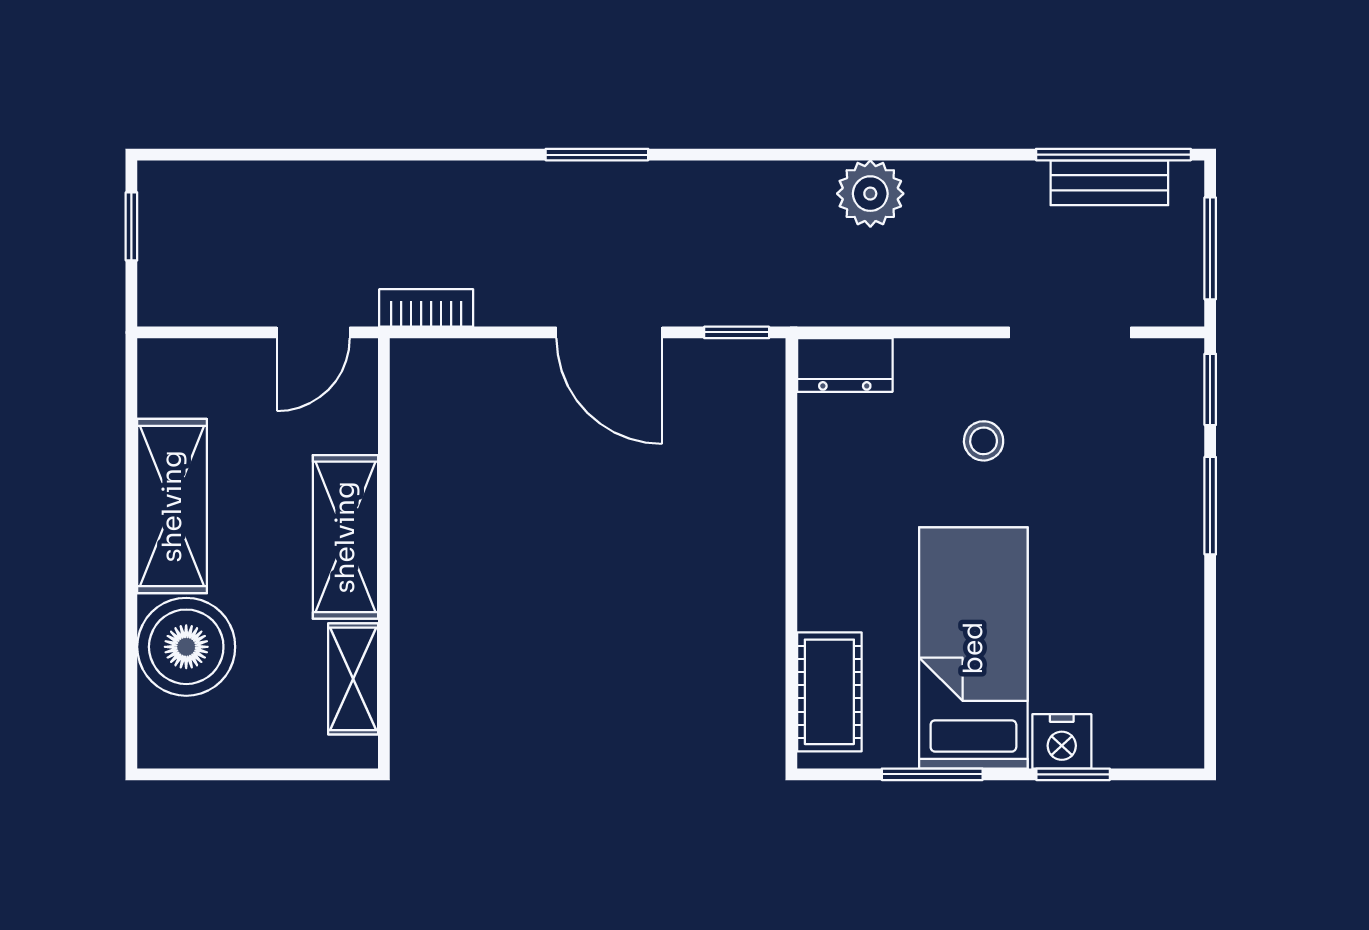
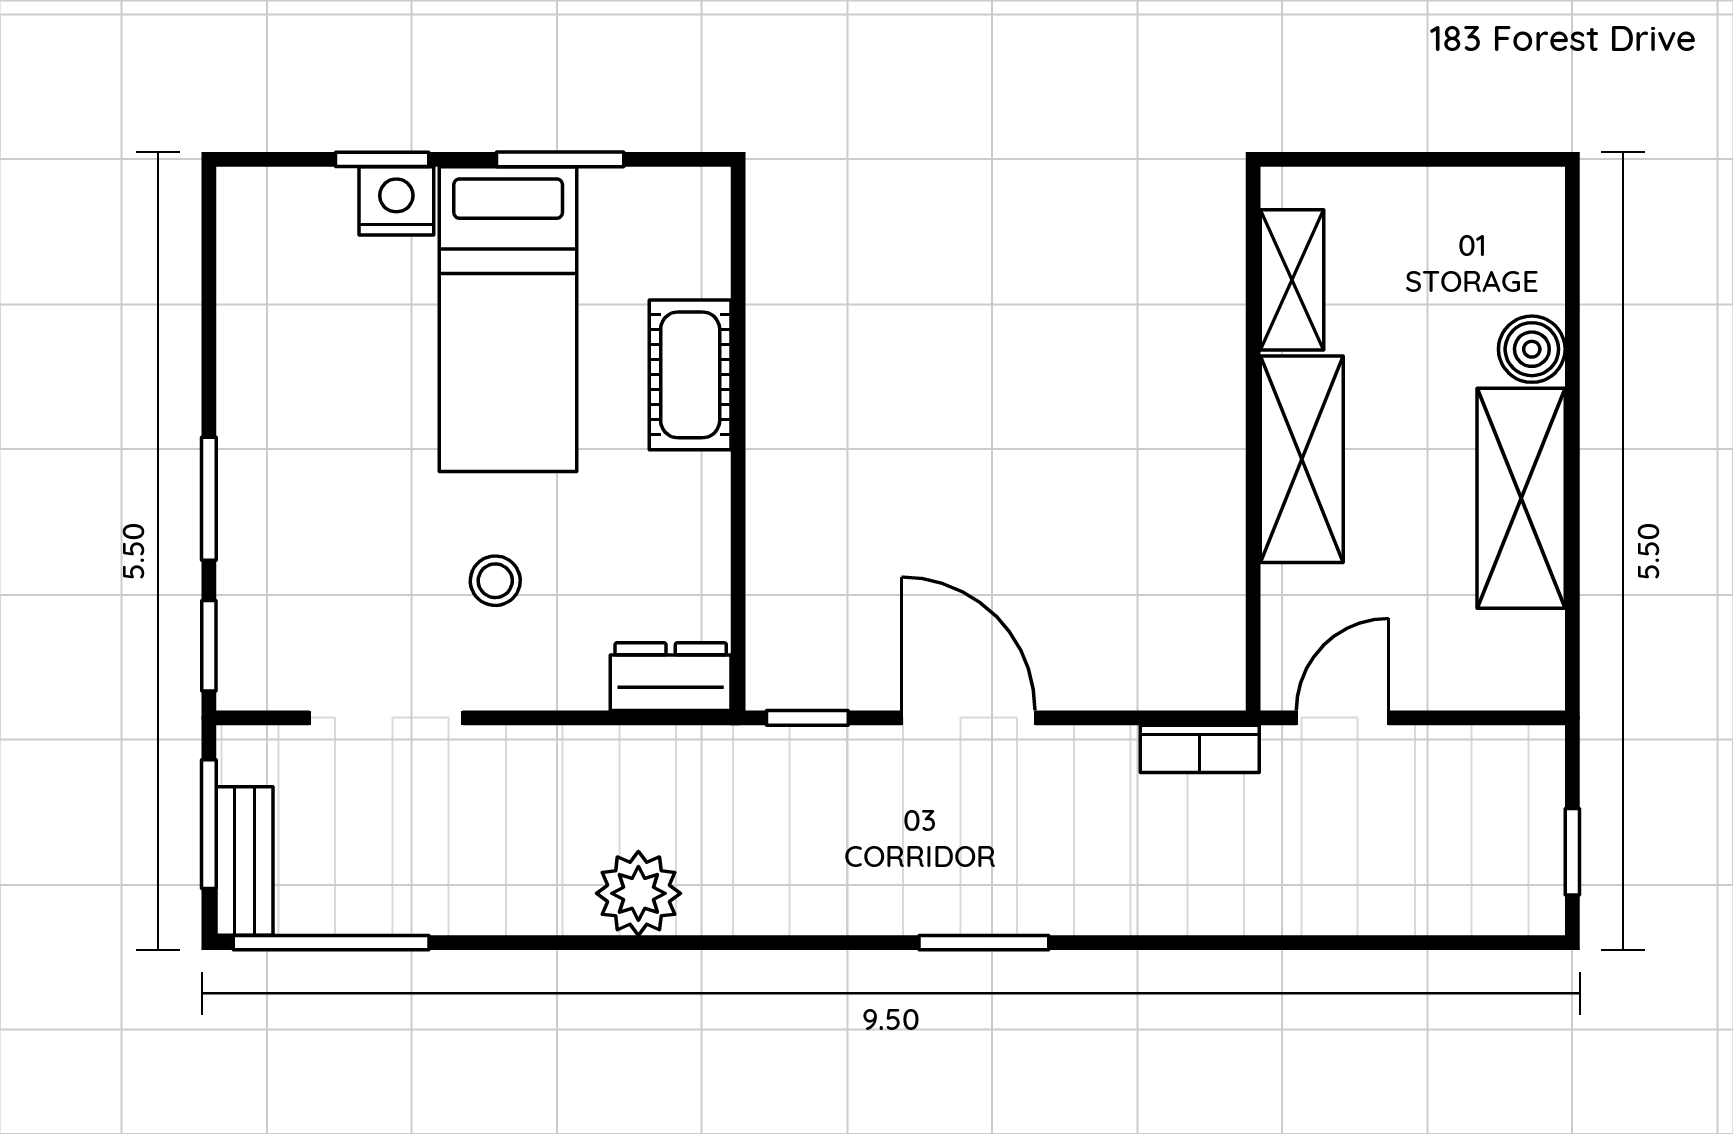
bench: (1109, 183) -> (244, 861), moved, turned 90
boiler: (186, 647) -> (1532, 349), width x0.54, depth x0.54
cot: (829, 692) -> (690, 375), moved

